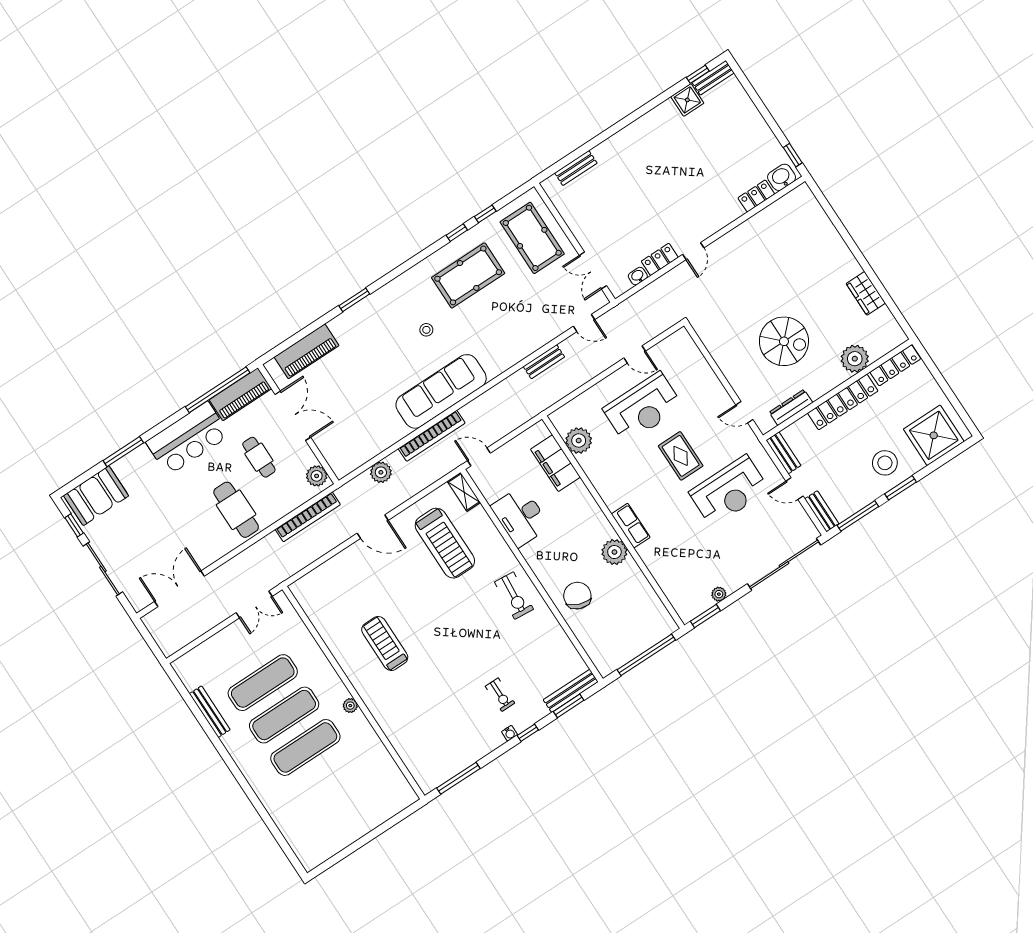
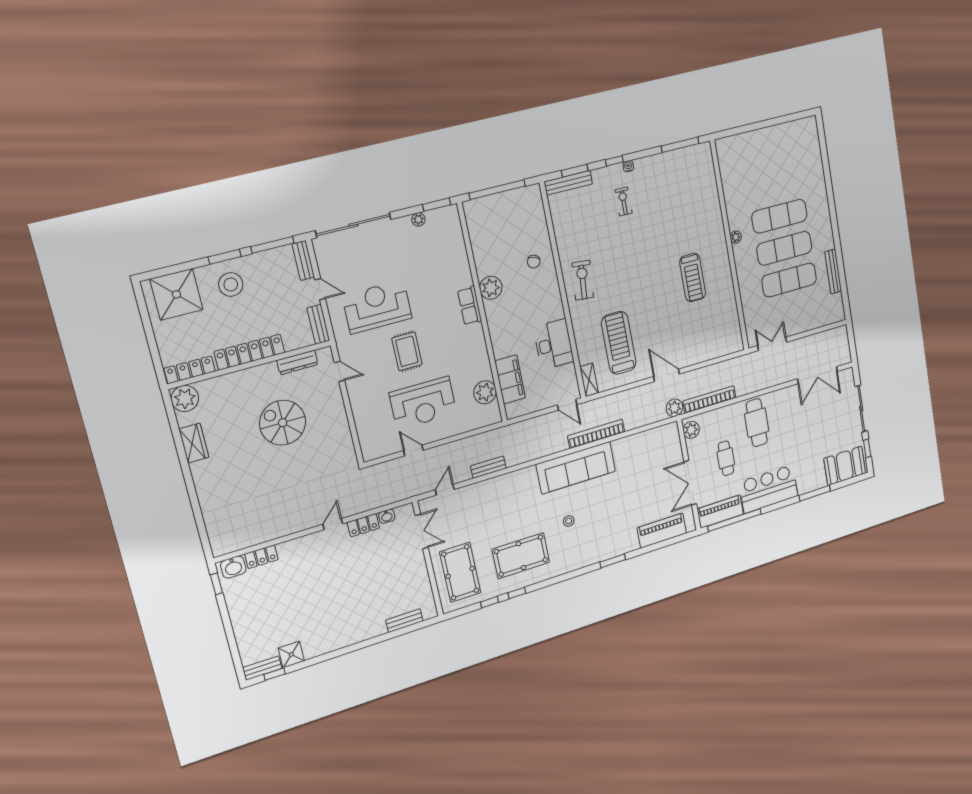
door: (584, 323) -> (445, 490), hinge flipped
plant: (855, 359) -> (185, 399), moved
reception desk: (643, 408) -> (423, 403), turned 180
plant: (381, 472) -> (674, 408), moved
chair: (577, 596) -> (534, 262), width x0.54, depth x0.54

